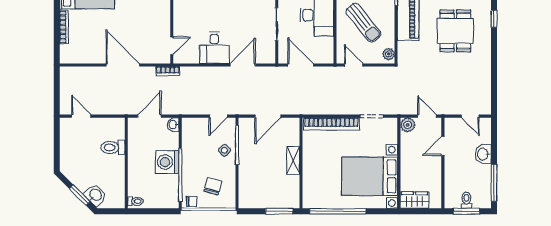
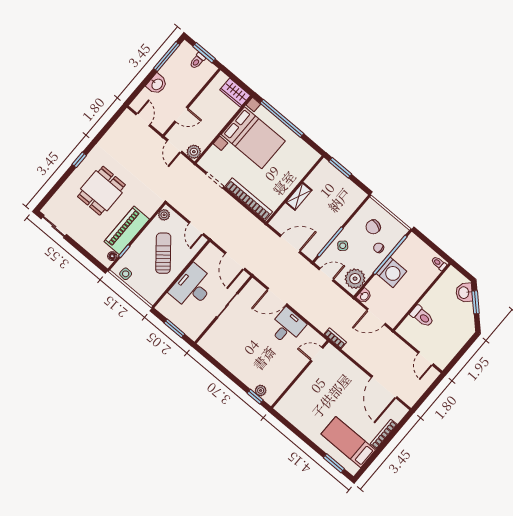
window: (494, 19) -> (79, 160), moved
door: (123, 65) -> (384, 387), moved
plant: (192, 132) -> (355, 279), added
chair: (192, 201) -> (379, 248), moved
window: (338, 211) -> (282, 118), moved

